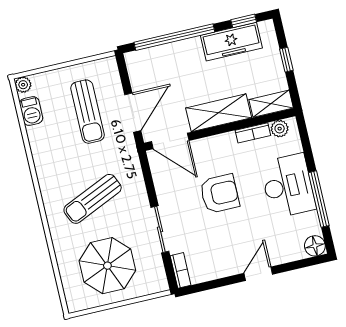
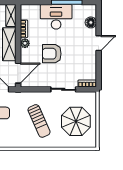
plant: (280, 129) -> (25, 43), moved
armchair: (220, 194) -> (52, 54), turned -90
floor lamp: (315, 246) -> (91, 22), moved
door: (258, 274) -> (99, 43), swing flipped

